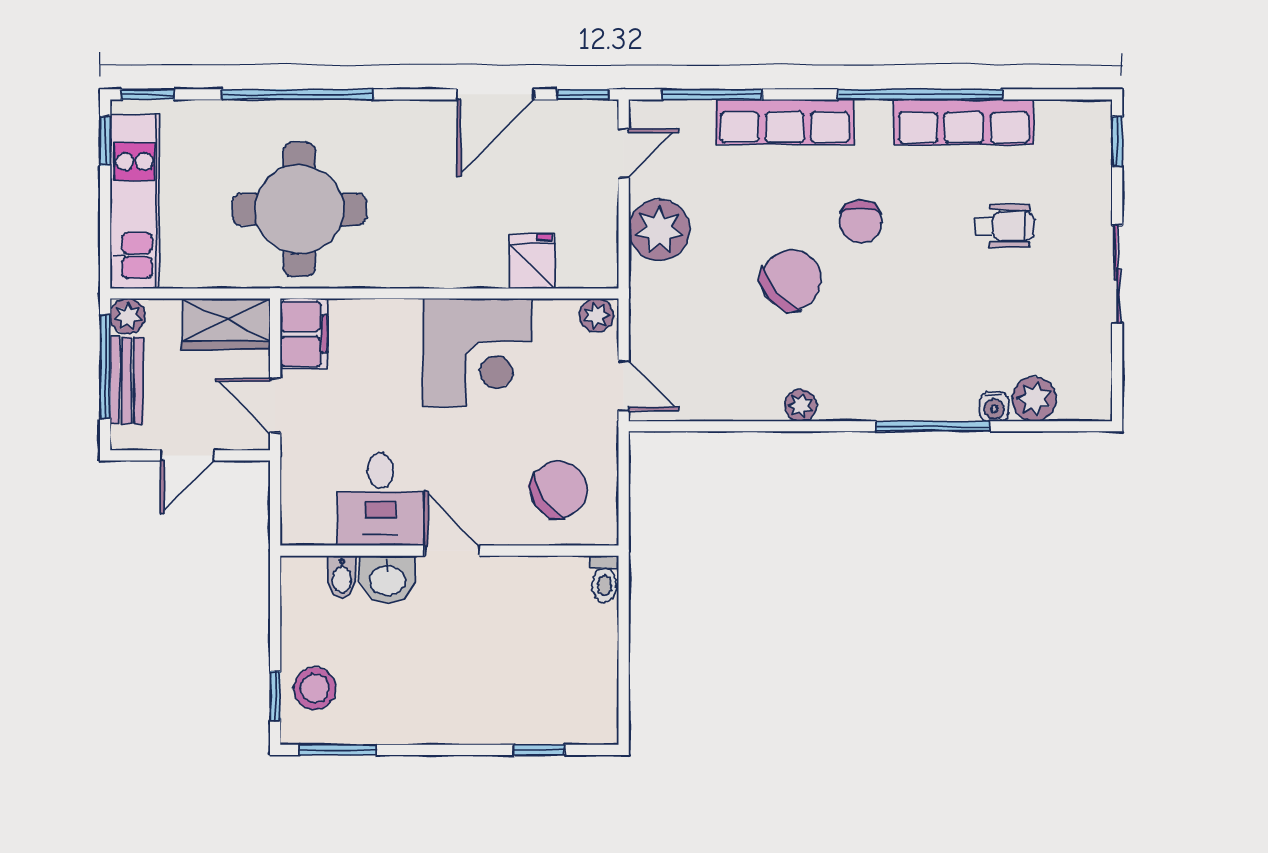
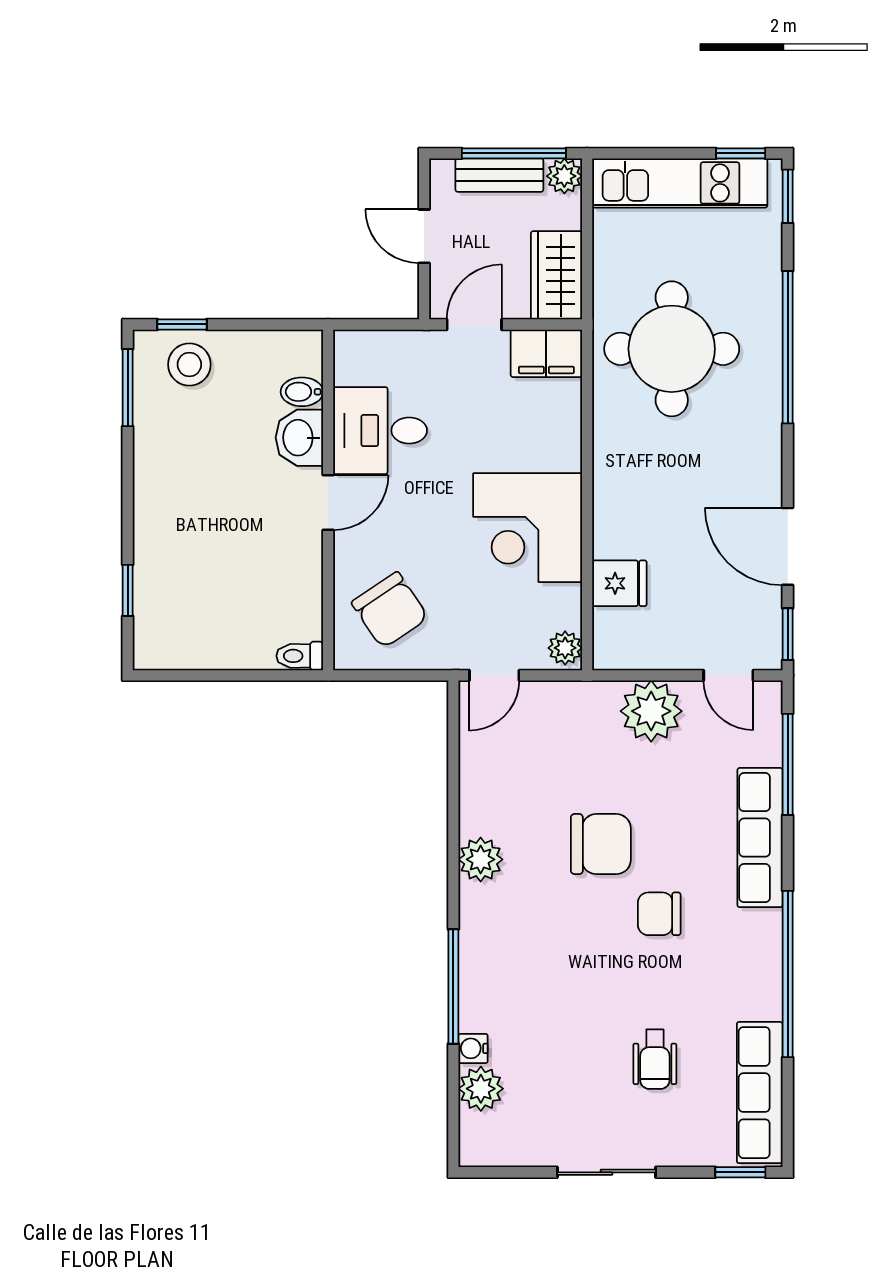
row of seats: (964, 122) -> (760, 1093), moved
chair: (791, 280) -> (601, 844), turned -49
plant: (801, 405) -> (481, 859), width x1.38, depth x1.38

